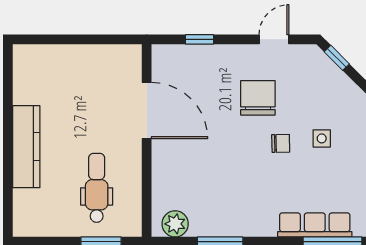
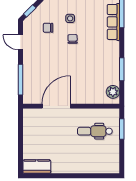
window: (200, 39) -> (20, 80), width x2.17
chair: (258, 98) -> (48, 28), moved, width x0.54, depth x0.54
kitchen counter: (26, 147) -> (37, 166), moved, width x0.67

